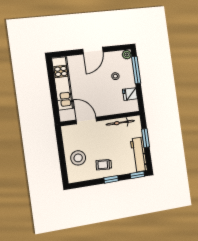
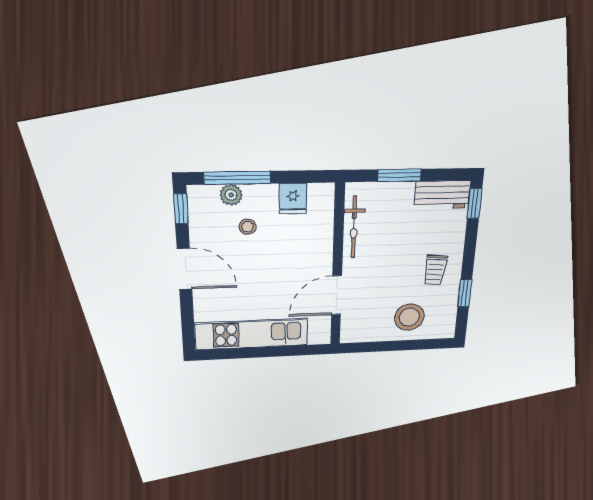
window: (120, 48) -> (181, 209), added
plant: (127, 55) -> (231, 195), moved
workbench: (139, 155) -> (442, 195), width x0.73
window: (111, 179) -> (465, 293), moved

